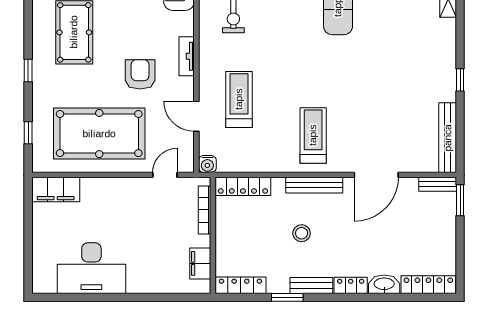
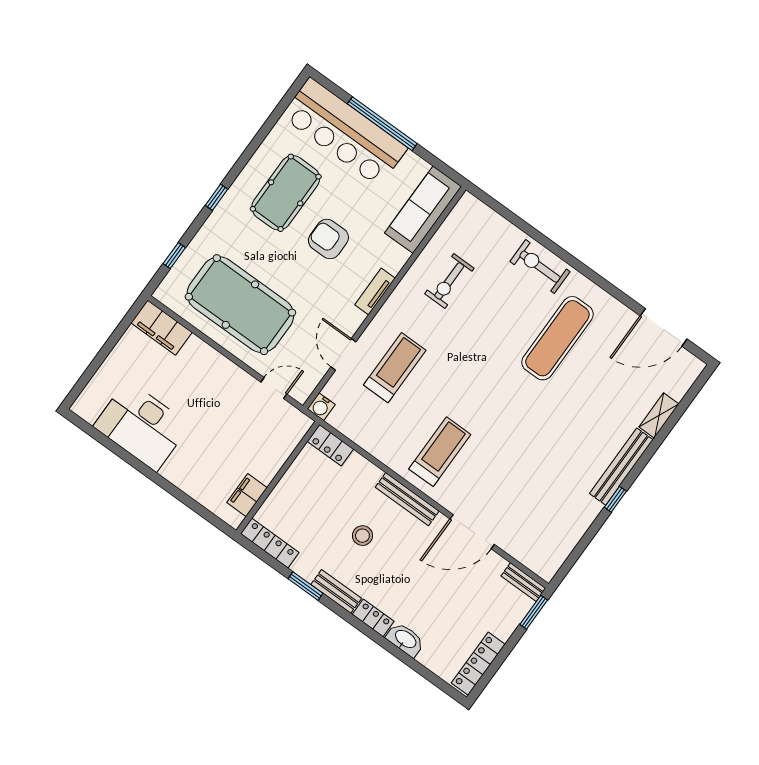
armchair: (140, 74) -> (328, 239), moved, turned -90
bench: (448, 138) -> (621, 467), moved
locker: (243, 186) -> (330, 445), width x0.66
bookcase: (205, 210) -> (287, 448), removed
locker: (428, 285) -> (478, 664), moved, turned -90

